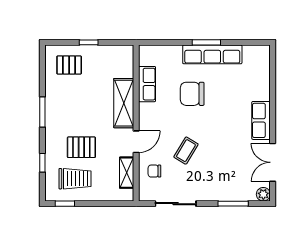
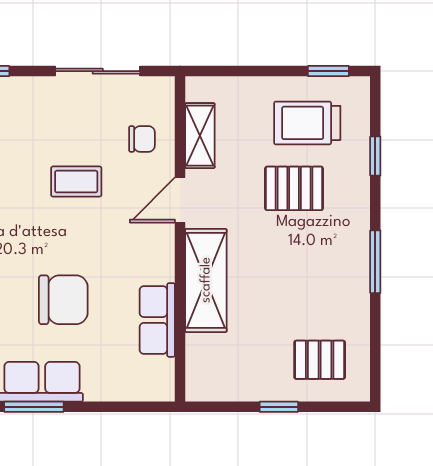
coffee table: (186, 151) -> (76, 182), turned 59

